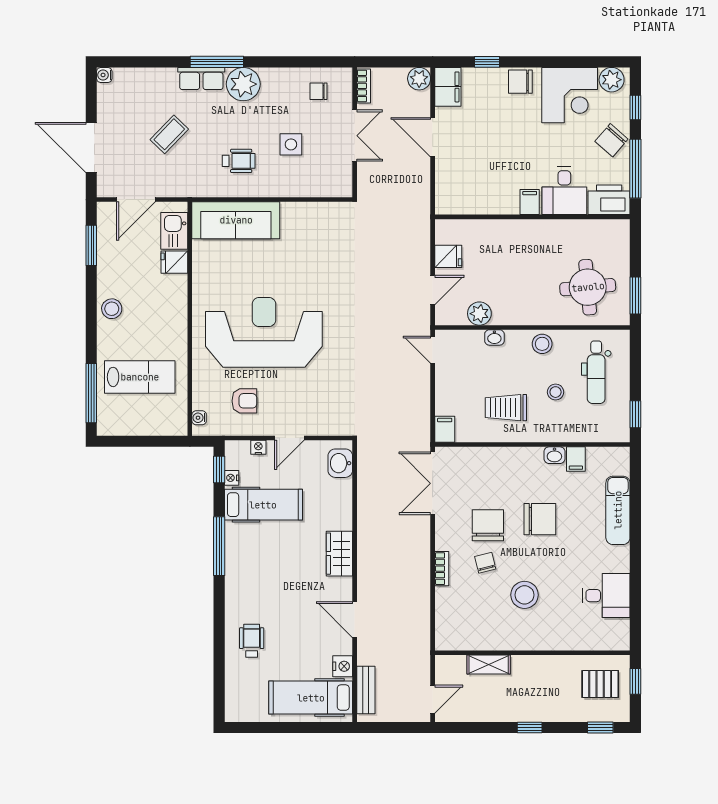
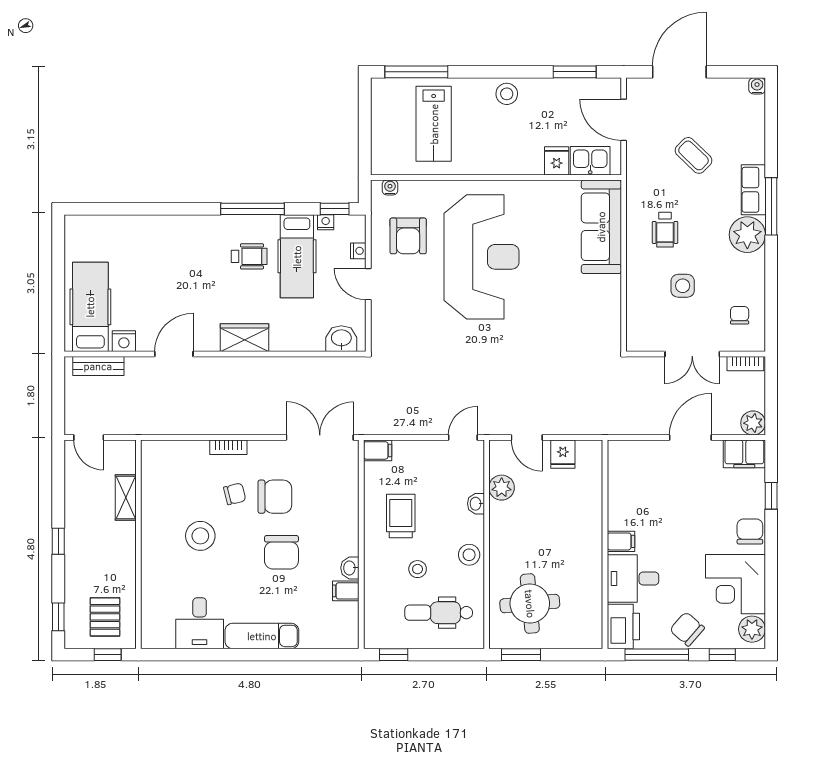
armchair: (244, 401) -> (408, 236), width x1.38, depth x1.38
exam couch: (618, 510) -> (262, 636), moved
wheelchair: (252, 641) -> (249, 256), moved

